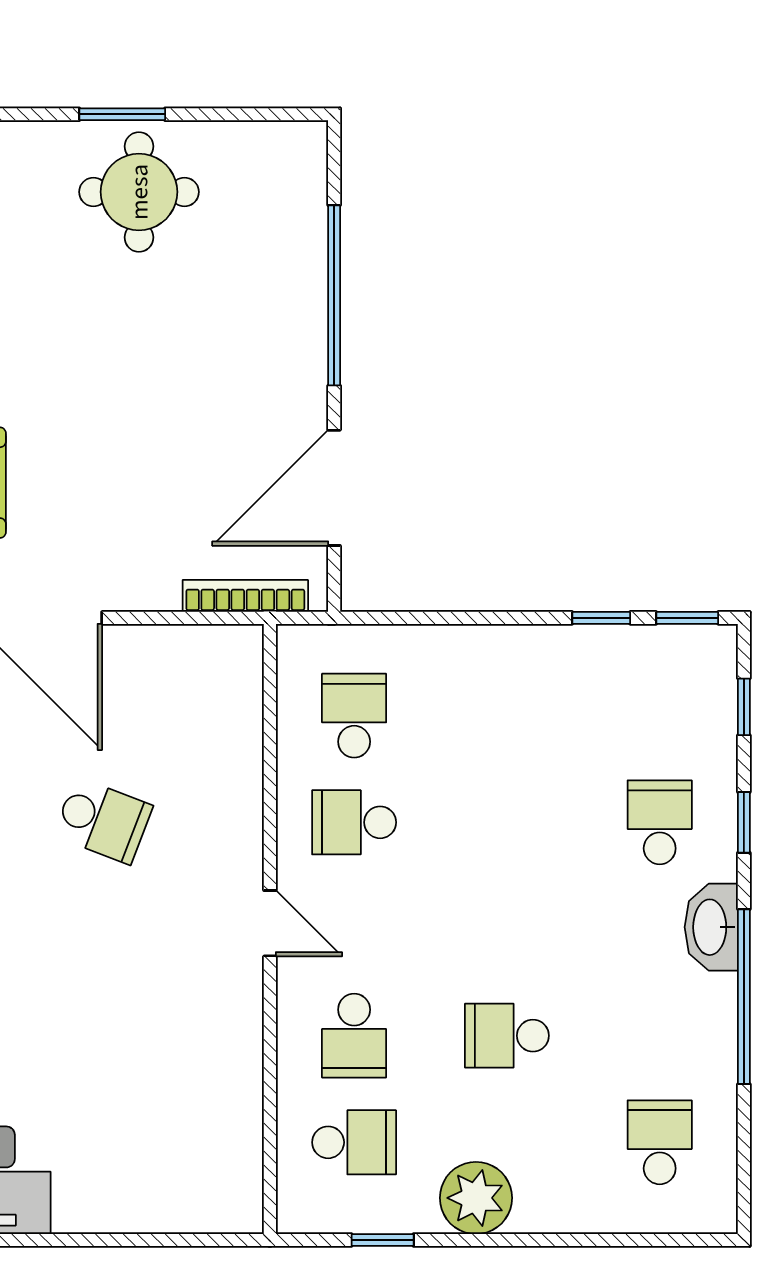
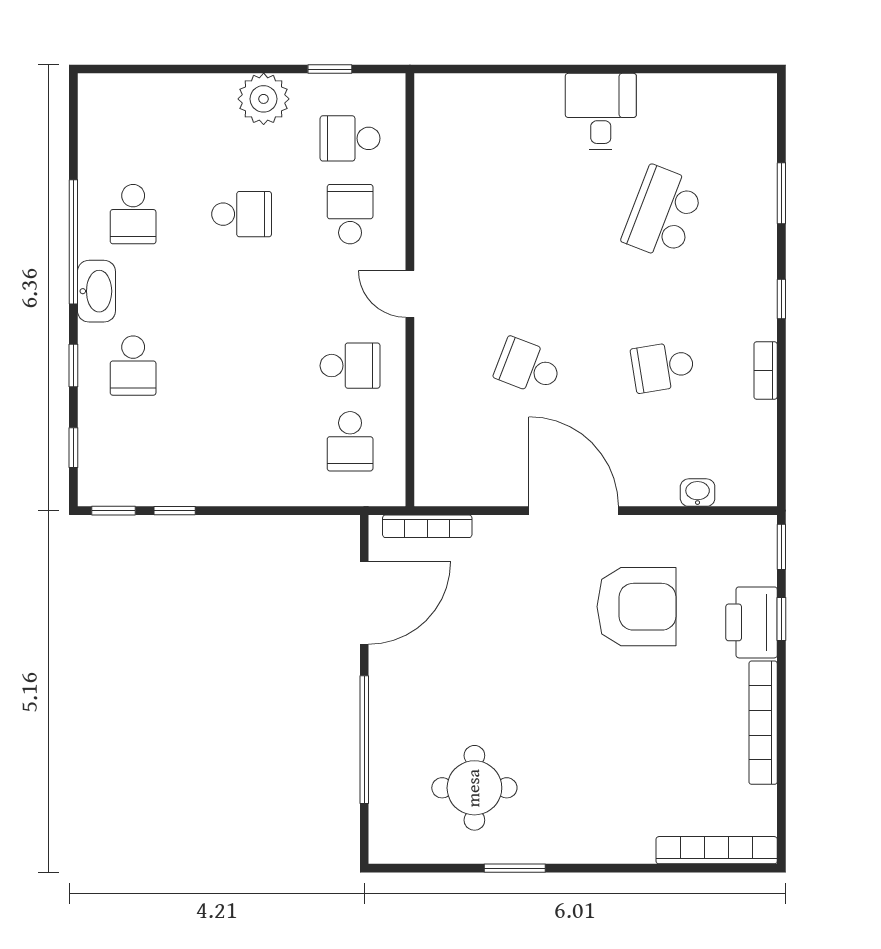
round table: (139, 192) -> (474, 788), moved
school desk: (660, 1142) -> (133, 214), moved

